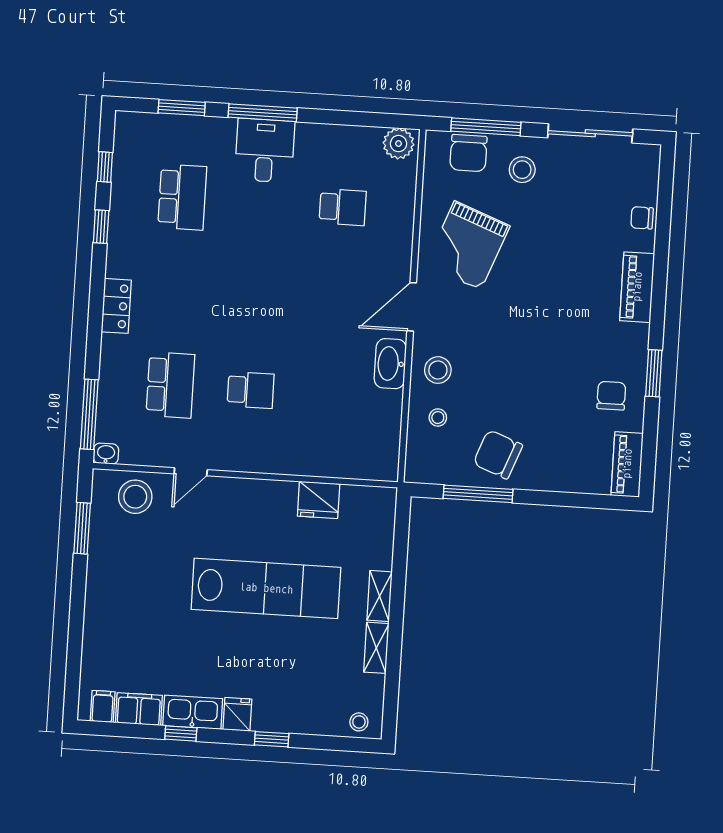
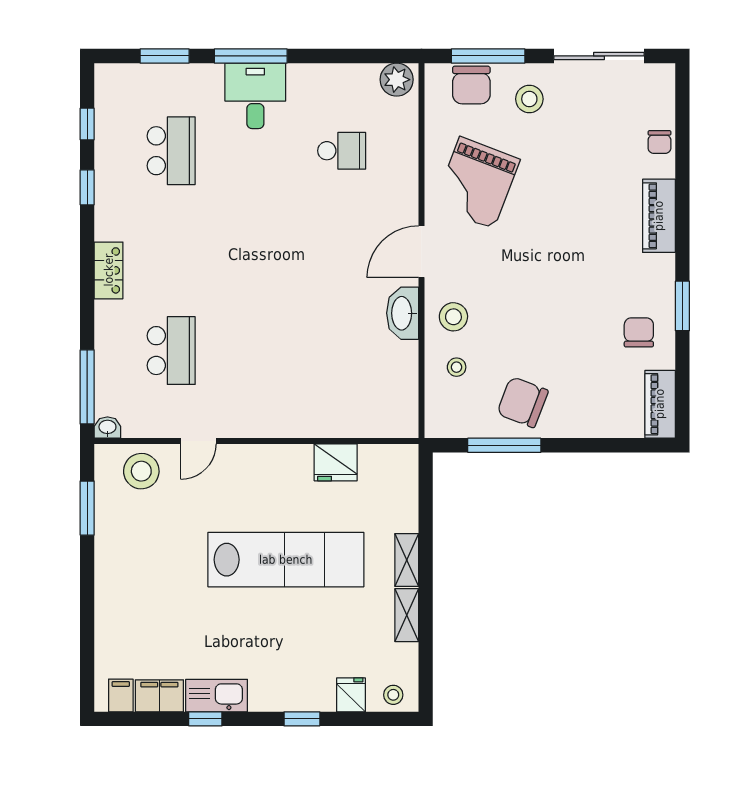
chair: (642, 218) -> (659, 142), turned -90
school desk: (251, 390) -> (256, 351), removed
fridge: (237, 714) -> (351, 695), moved

